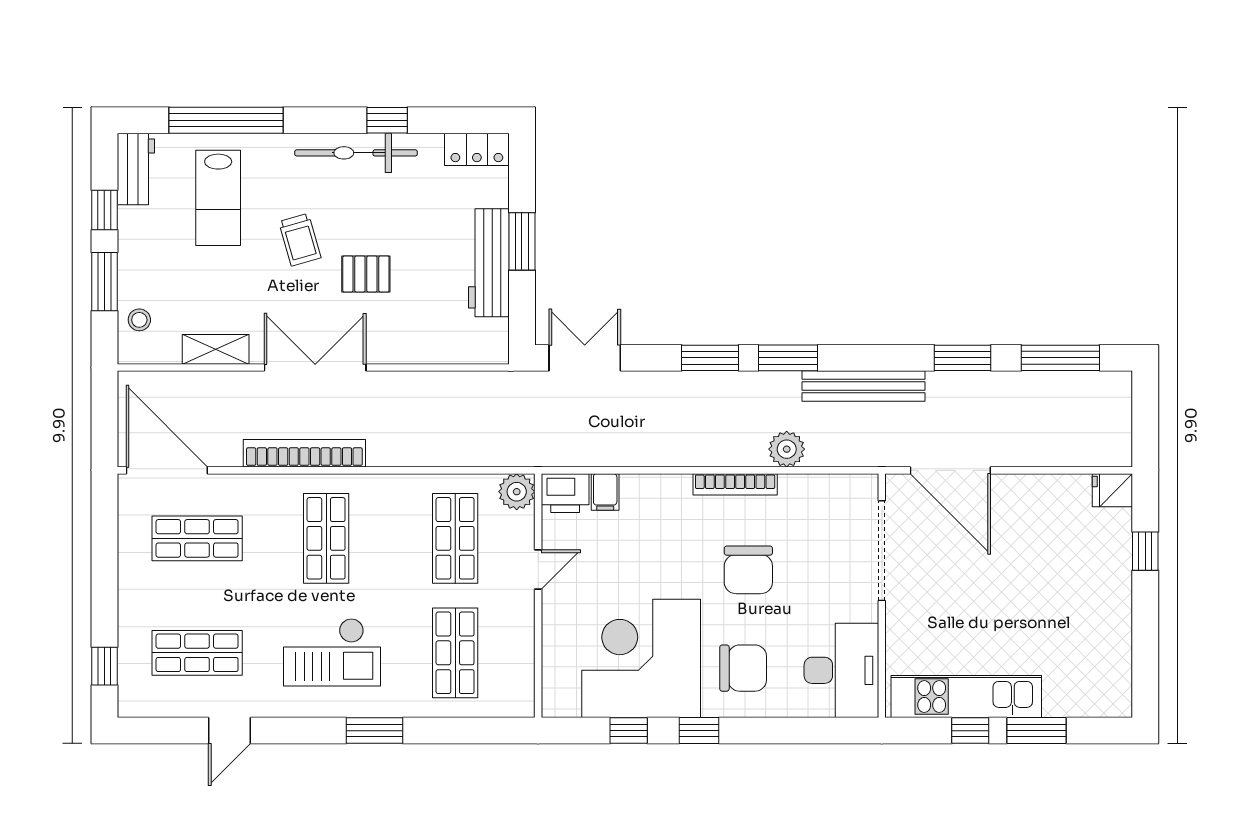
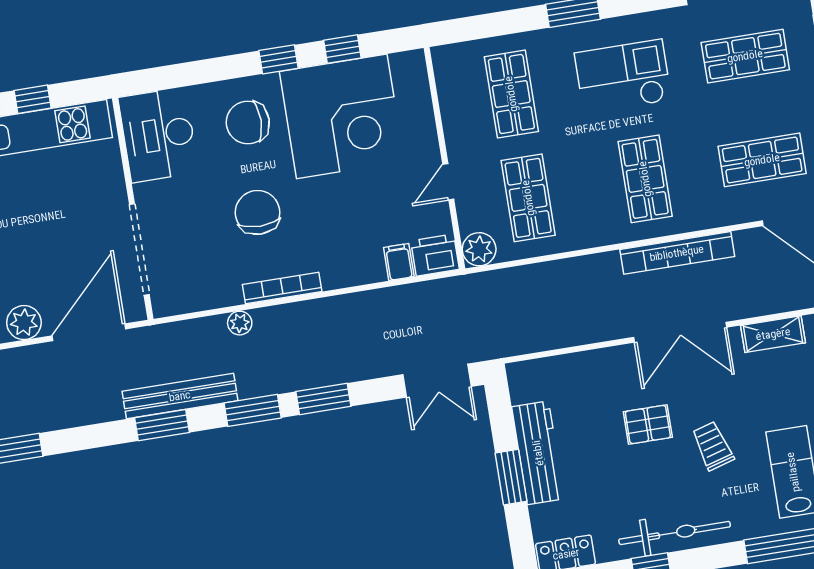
window: (962, 358) -> (162, 425), moved
plant: (787, 449) -> (240, 323), width x0.73, depth x0.73
door: (950, 470) -> (89, 332), hinge flipped
plant: (1018, 492) -> (24, 323), added

